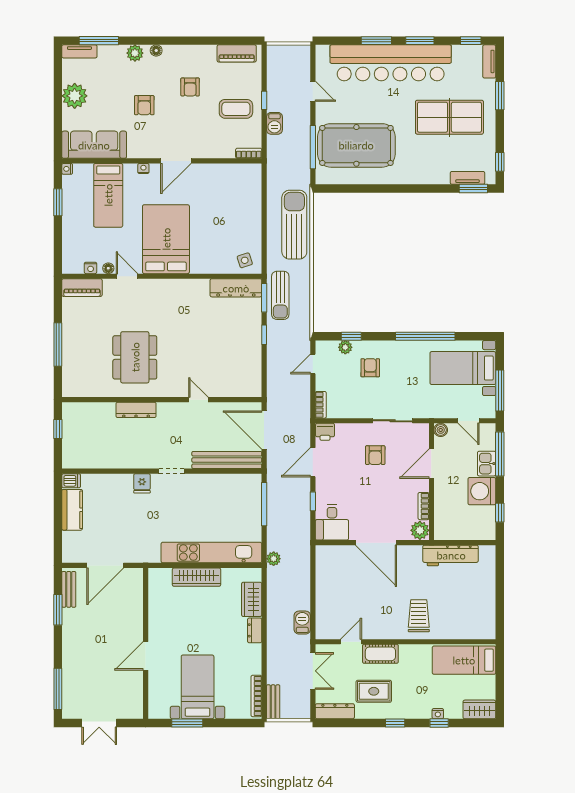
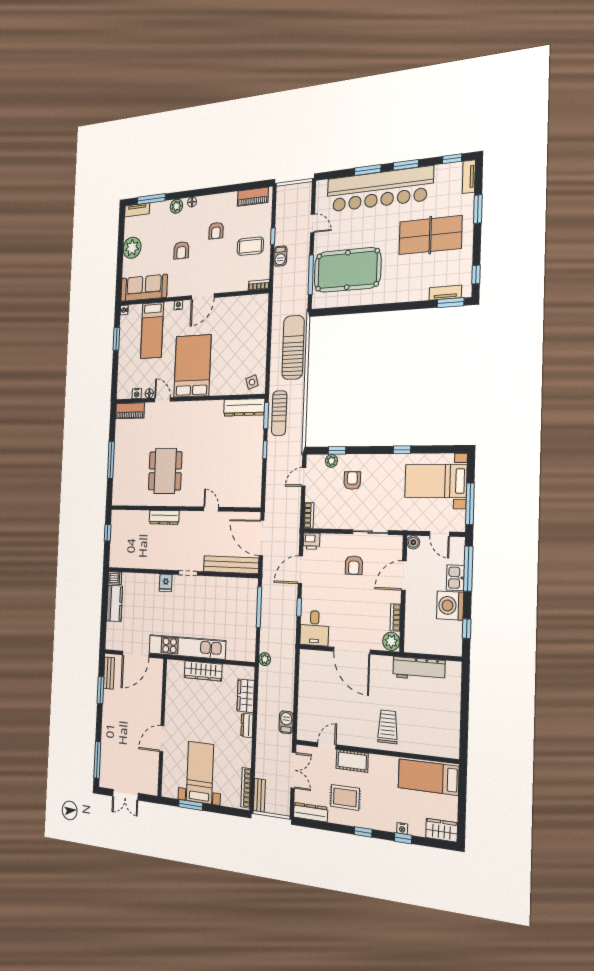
window: (425, 336) -> (402, 450), width x0.32
kitchen unit: (211, 553) -> (187, 647), moved

